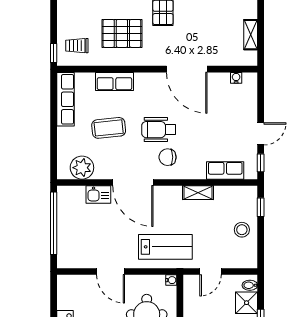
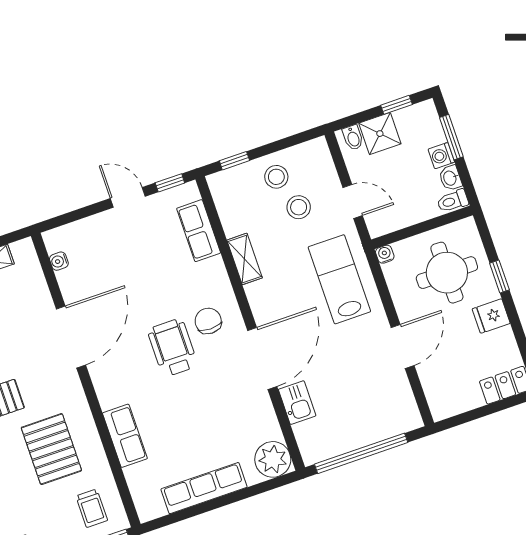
row of seats: (65, 99) -> (204, 488), moved
coffee table: (109, 128) -> (195, 421), removed
wheelchair: (159, 130) -> (173, 348), turned 180
chair: (168, 157) -> (208, 321), turned 180
plant: (82, 168) -> (273, 459), moved
stool: (218, 237) -> (299, 207), added

